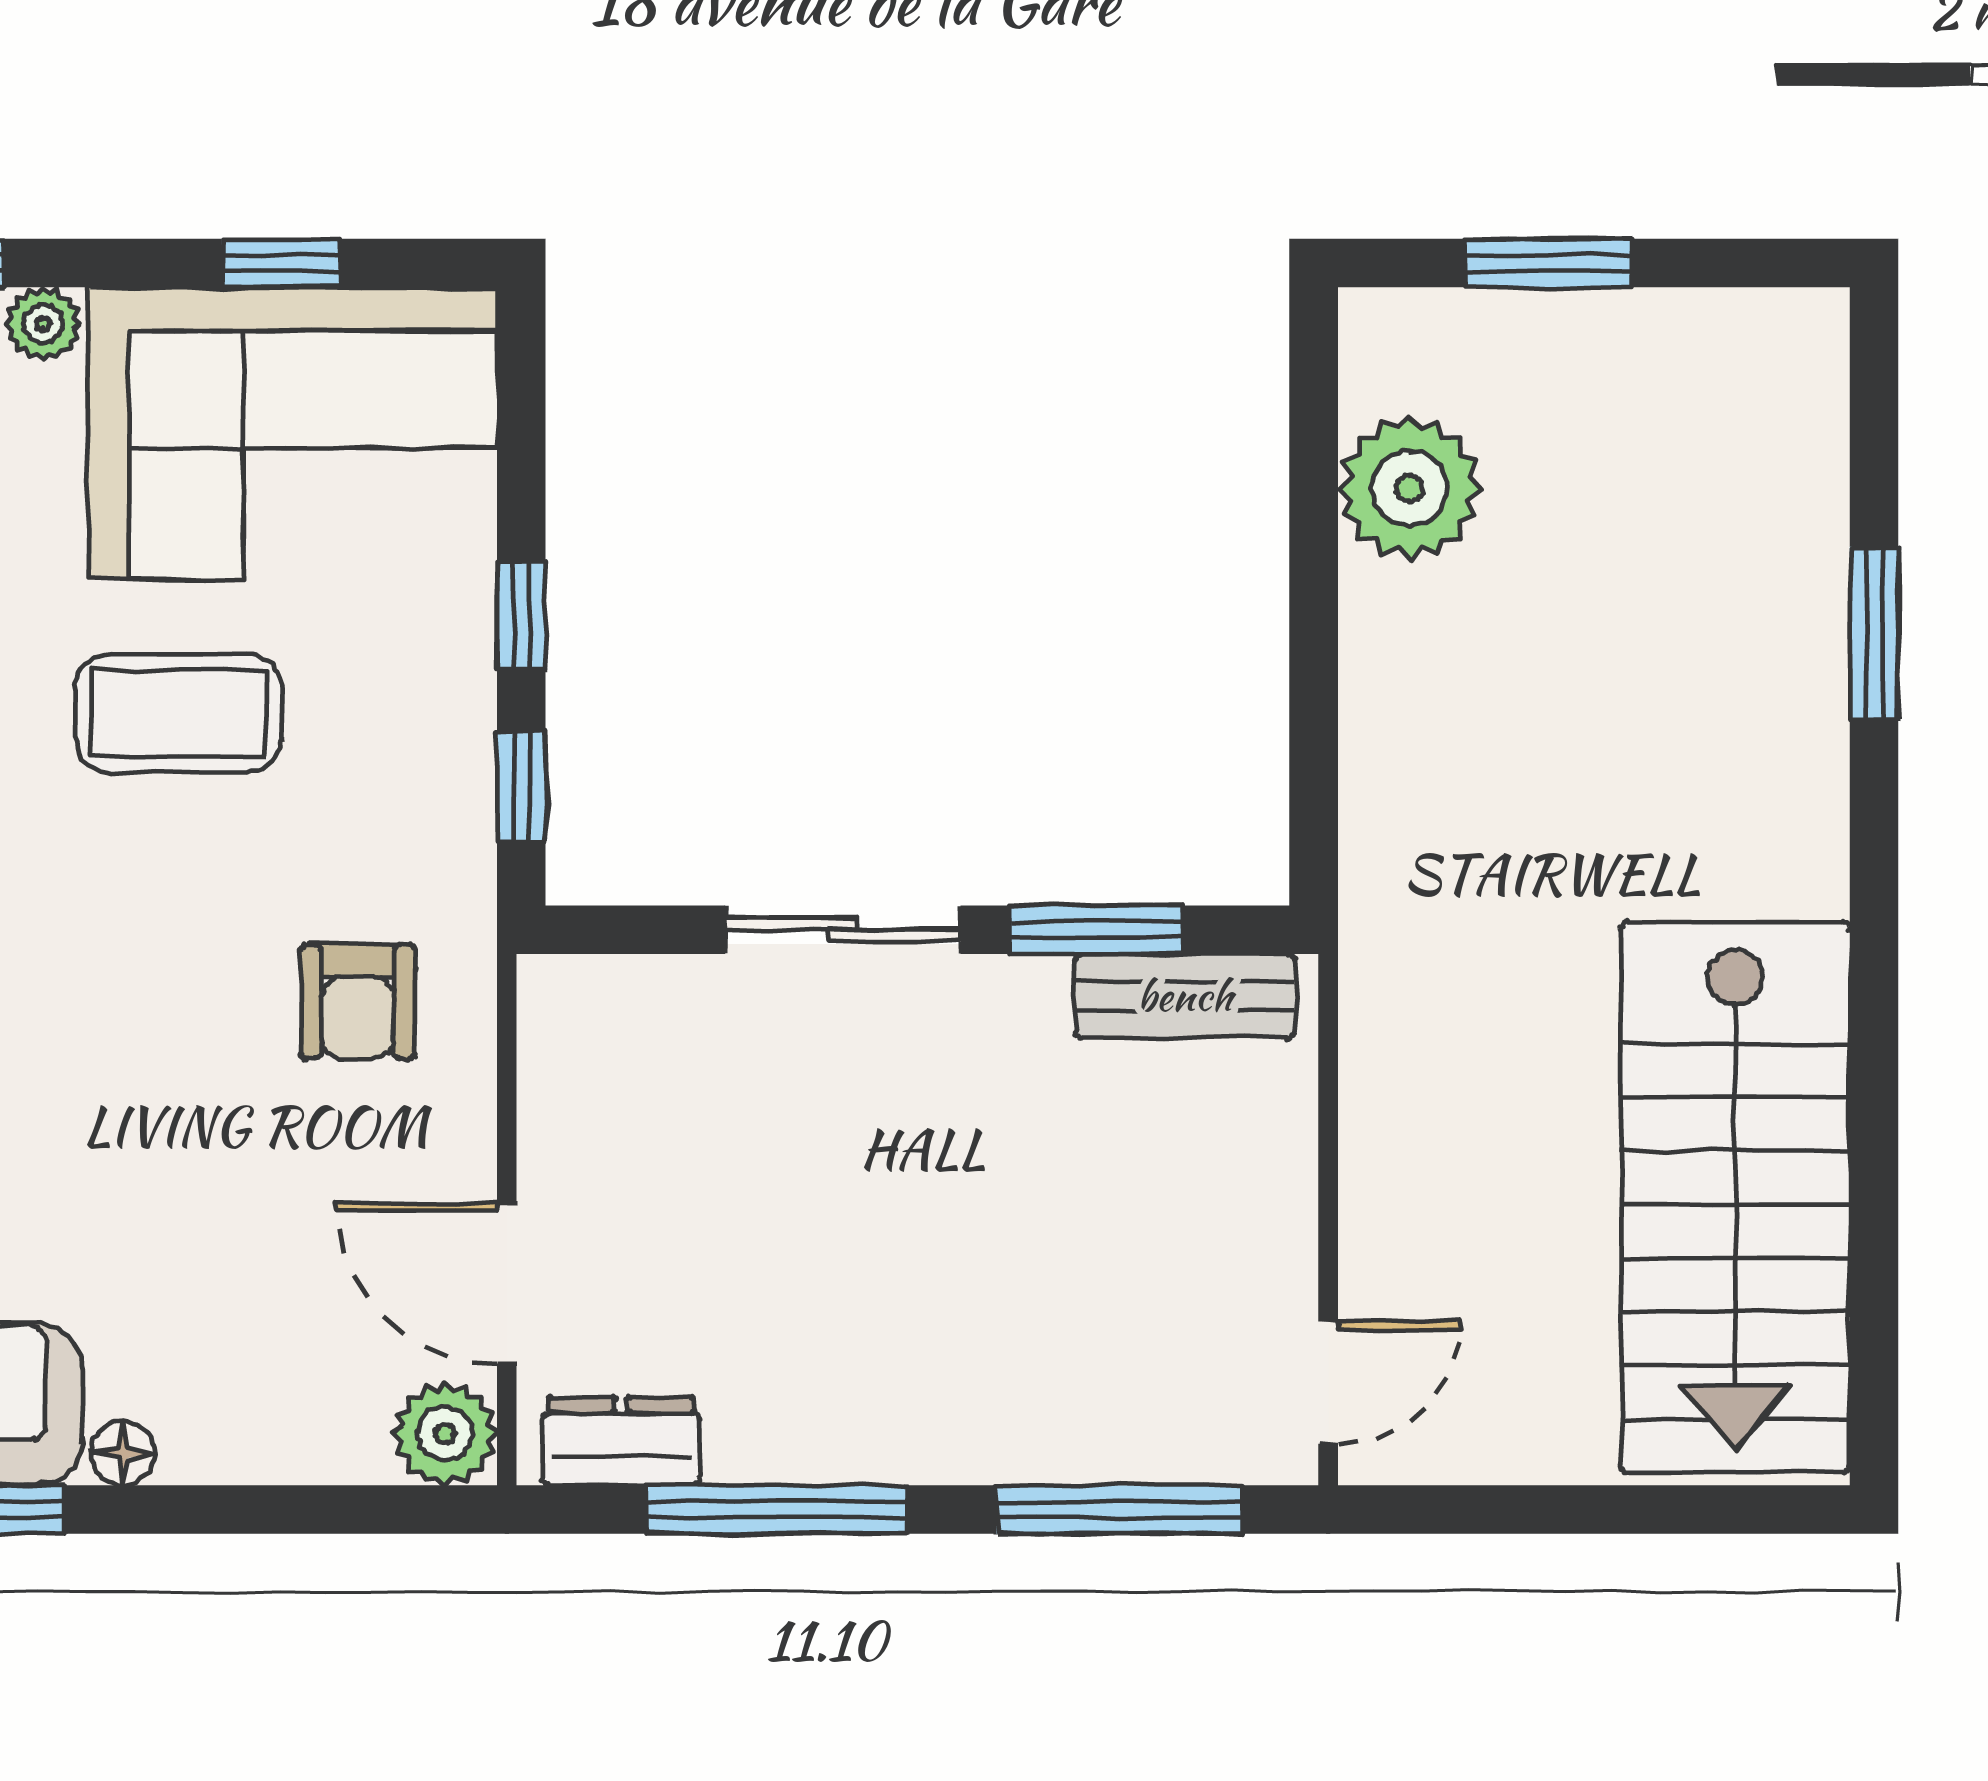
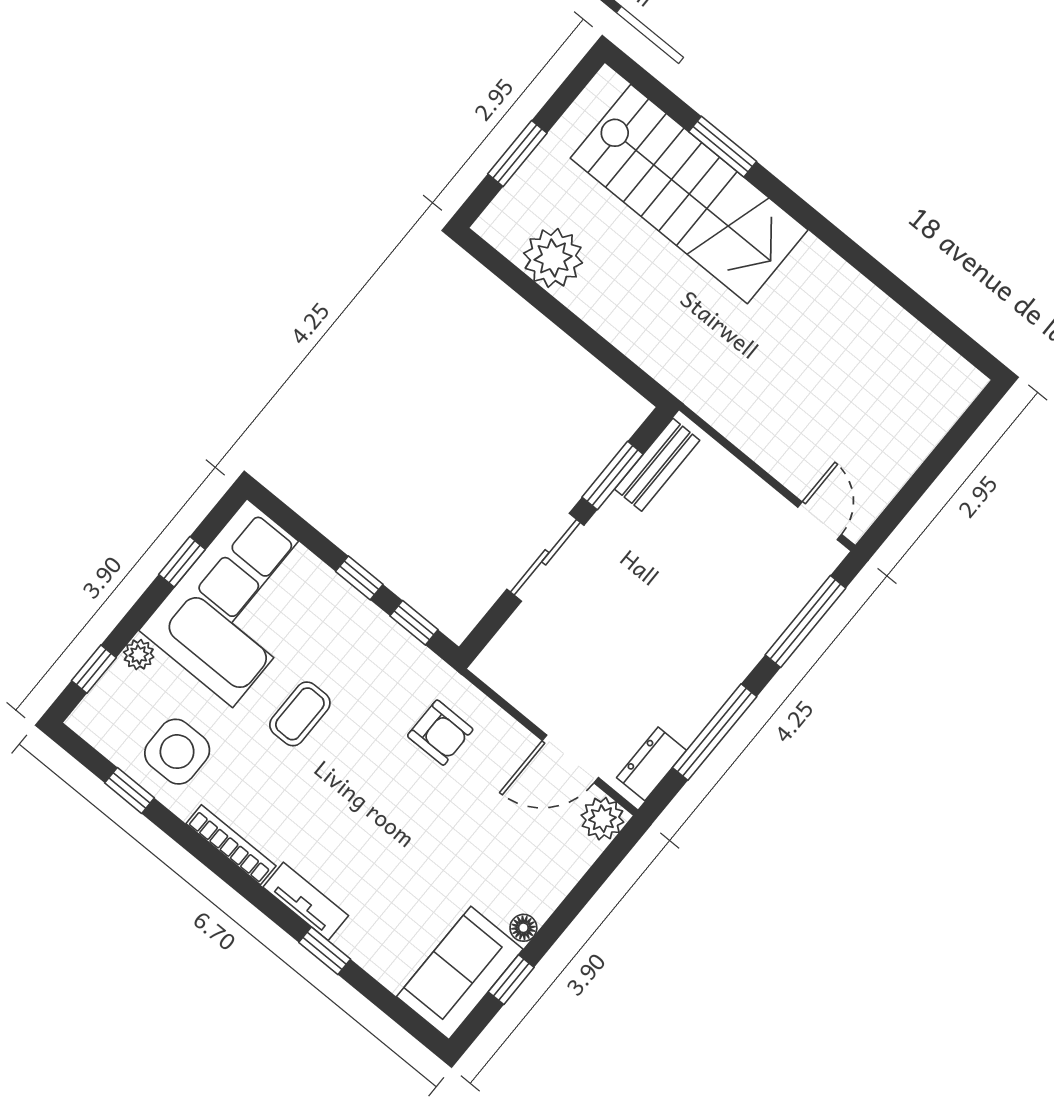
coffee table: (179, 713) -> (300, 714), width x0.73, depth x0.77
stairs: (1735, 1198) -> (689, 194), moved

